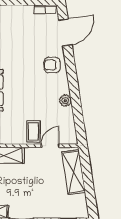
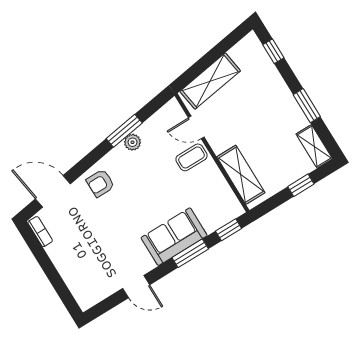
armchair: (52, 65) -> (100, 183), turned 90
window: (76, 100) -> (124, 131), added

